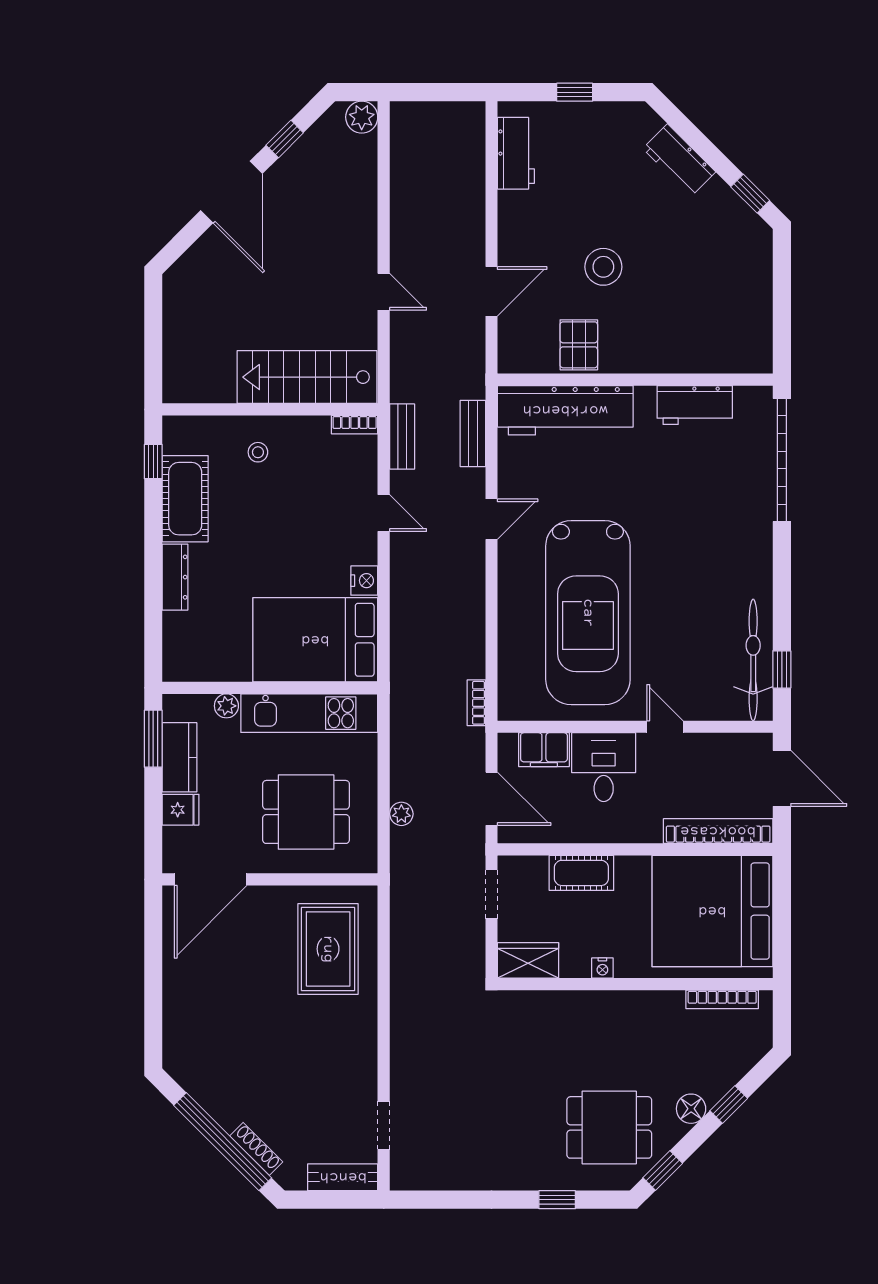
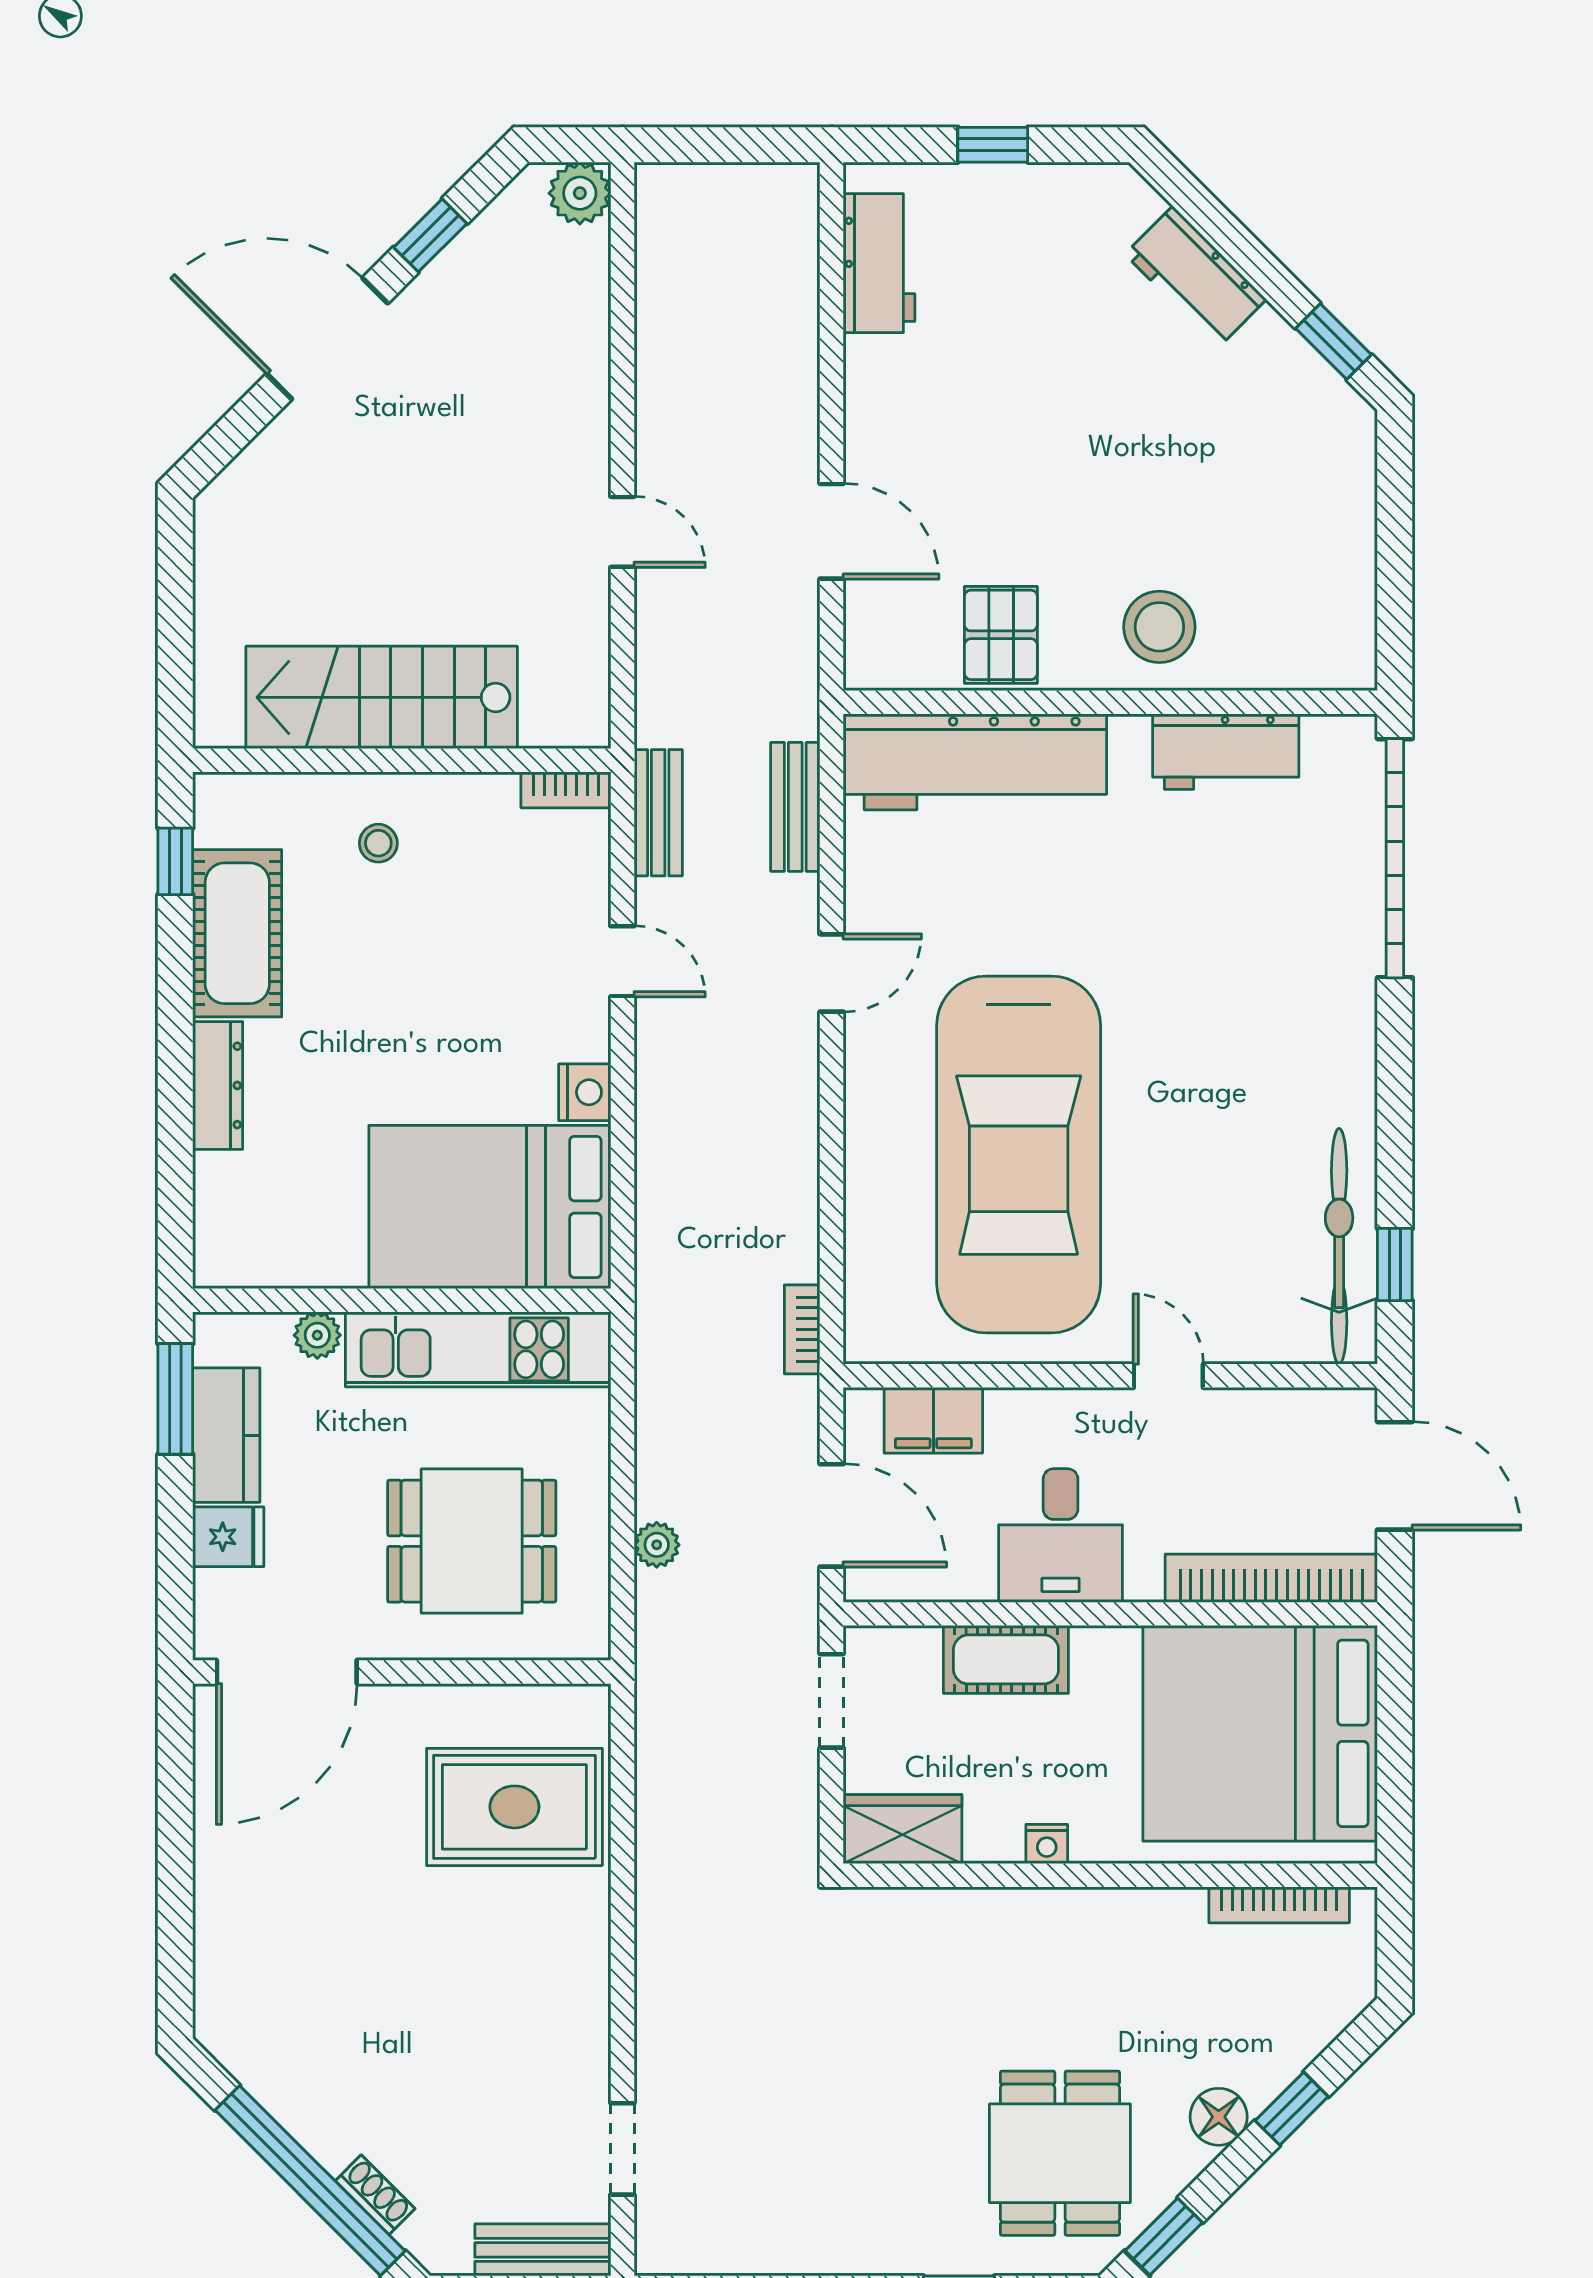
door: (232, 192) -> (327, 339), swing flipped
stool: (603, 267) -> (1159, 627), moved
door: (491, 291) -> (832, 531), hinge flipped
stairs: (307, 377) -> (382, 697), moved
desk: (604, 767) -> (1061, 1535), moved, turned 180
rug: (328, 949) -> (514, 1807), turned 90
dining table: (609, 1127) -> (1060, 2153), turned 90
shoe rack: (256, 1149) -> (375, 2195), width x0.70

